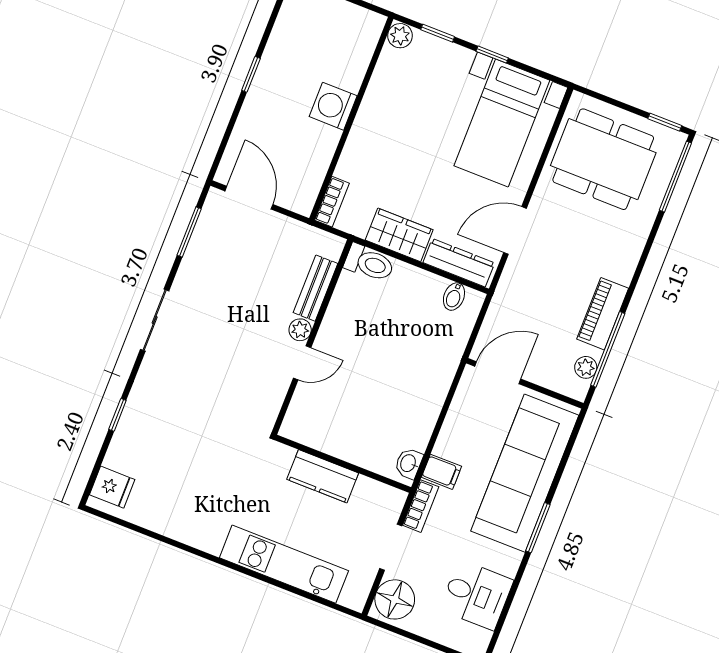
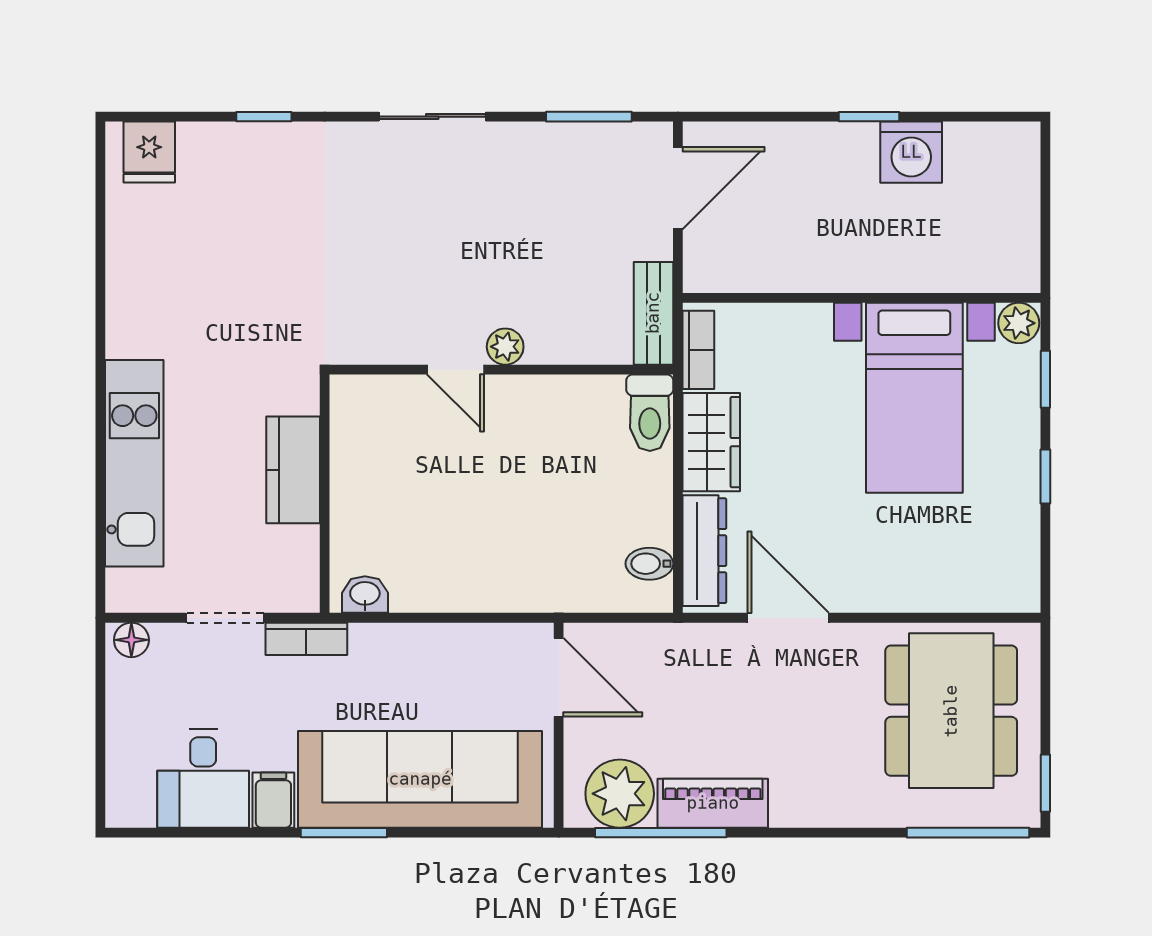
washing machine: (333, 106) -> (911, 152), moved, turned 180
bed with nightstands: (502, 123) -> (914, 398), moved, turned -90
bookcase: (332, 202) -> (698, 350), moved, turned -90
bench: (315, 288) -> (653, 313), moved, turned 90
plant: (586, 367) -> (620, 794), width x1.88, depth x1.88
filing cabinet: (441, 472) -> (273, 800), moved, turned 180
floor lamp: (395, 599) -> (131, 640), width x0.53, depth x0.53

